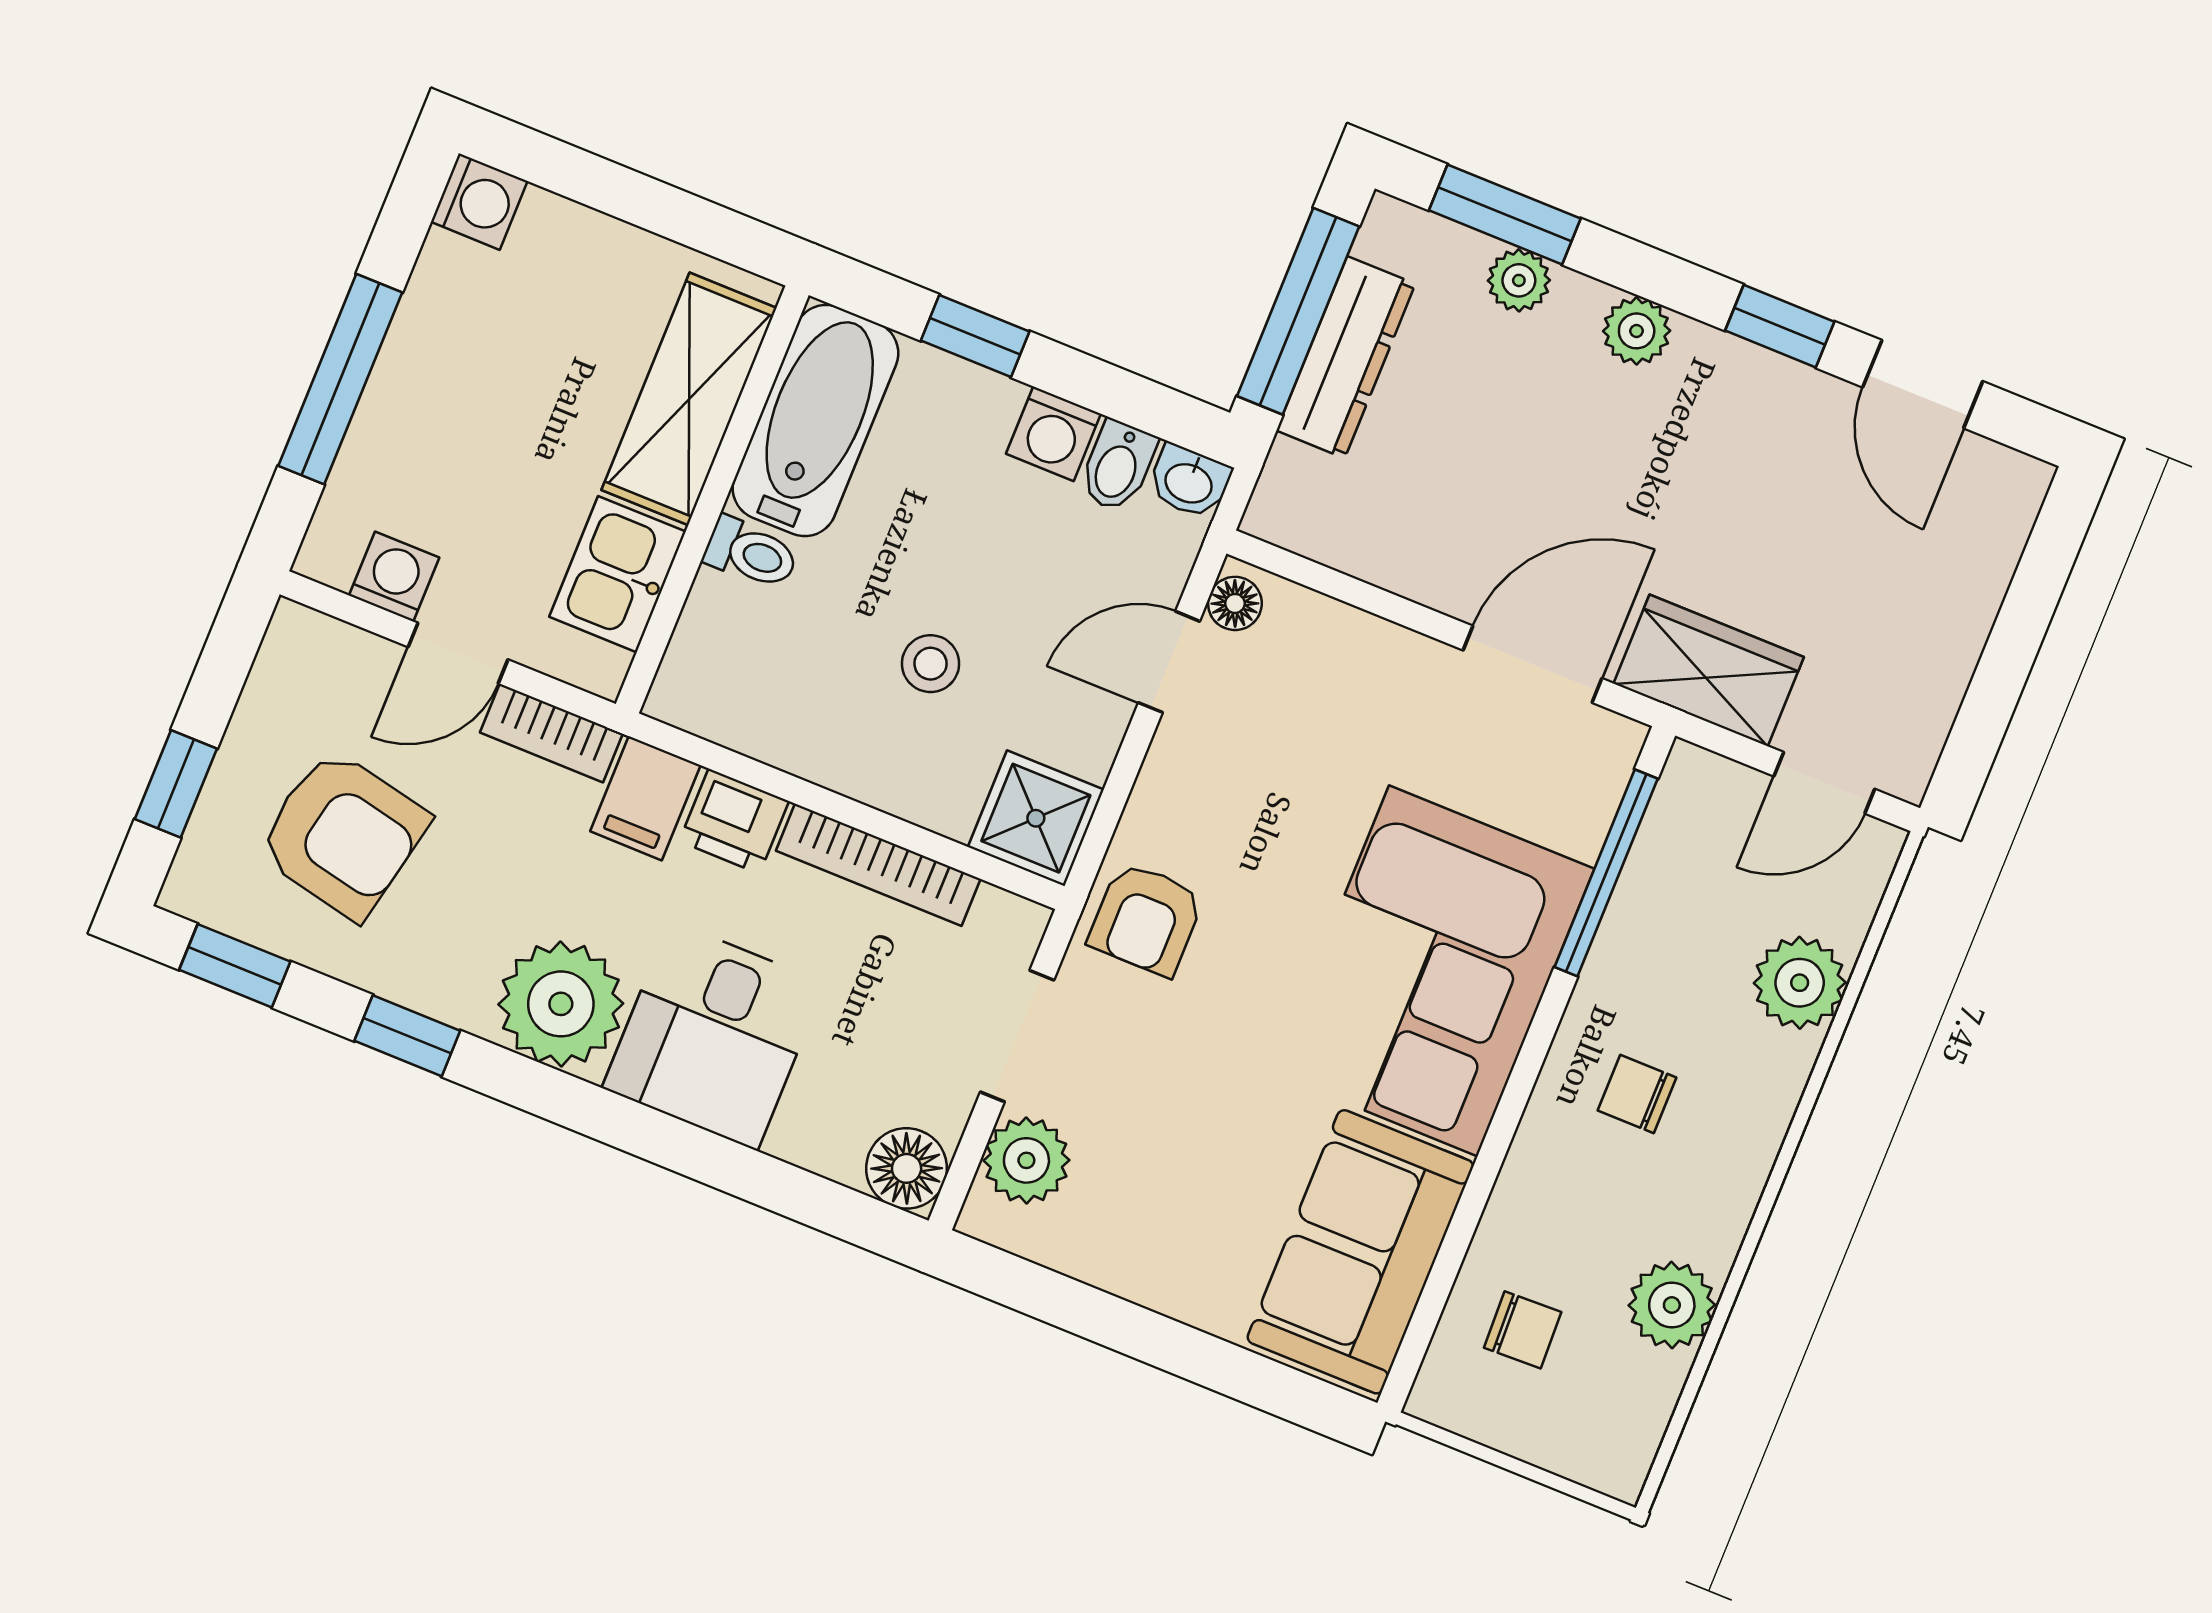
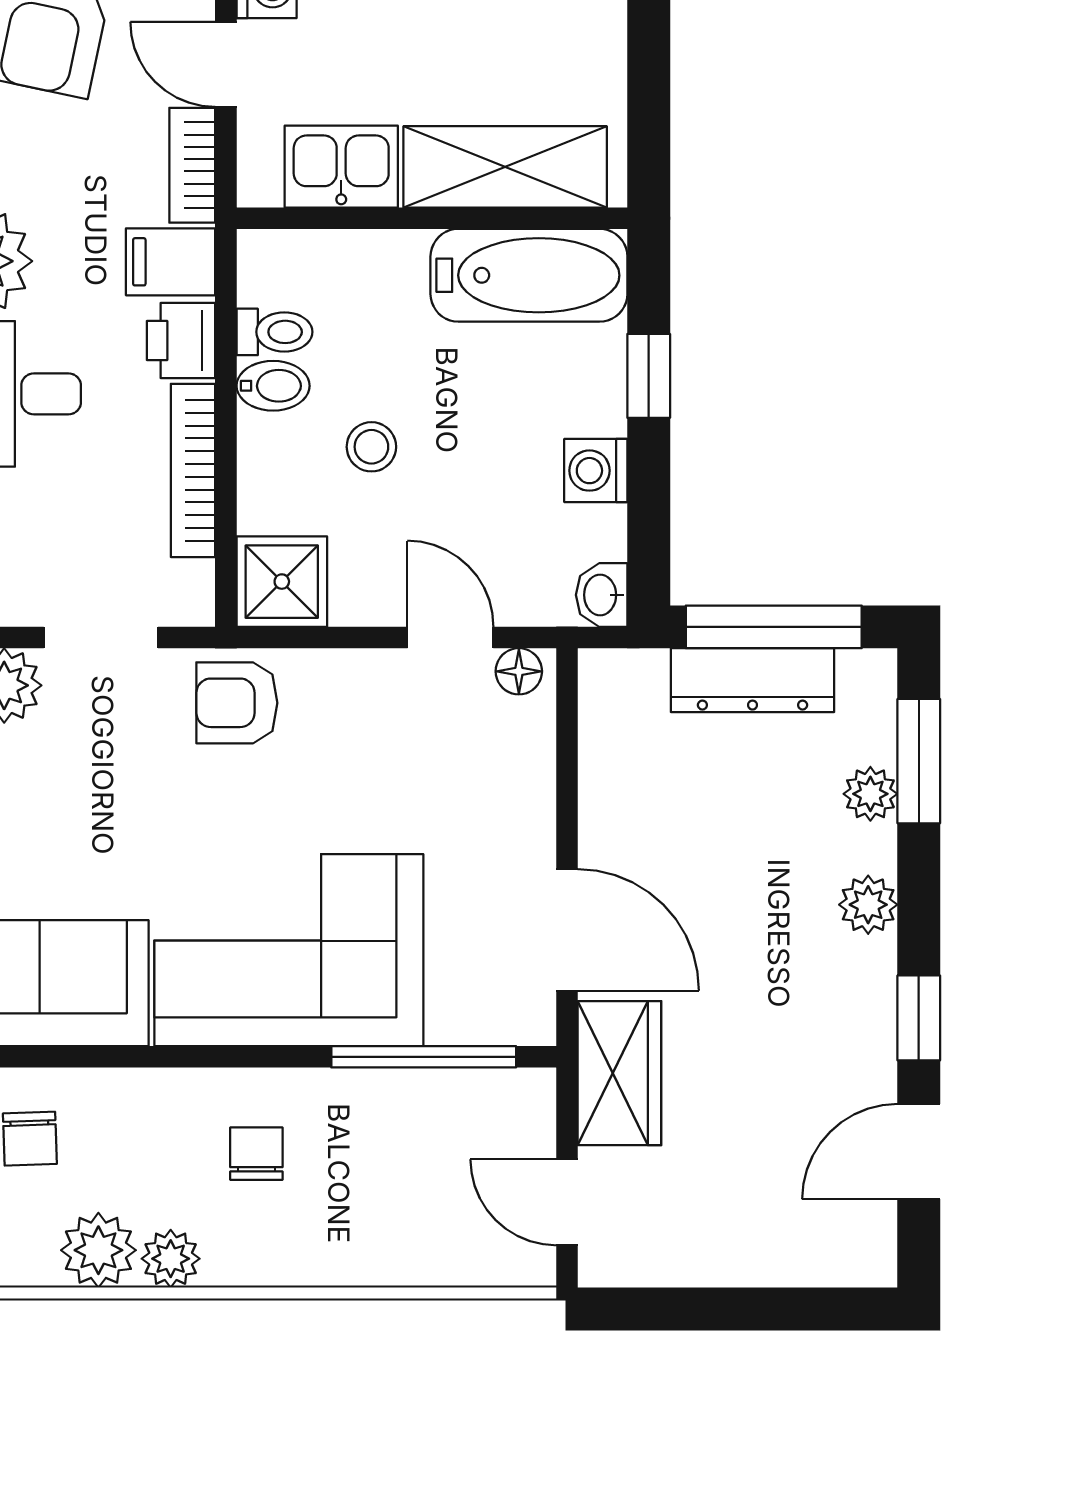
bidet: (1118, 466) -> (273, 386), moved, turned 180
toilet: (751, 553) -> (274, 332), moved, turned -90
plant: (1800, 983) -> (171, 1259), moved, width x0.73, depth x0.73

